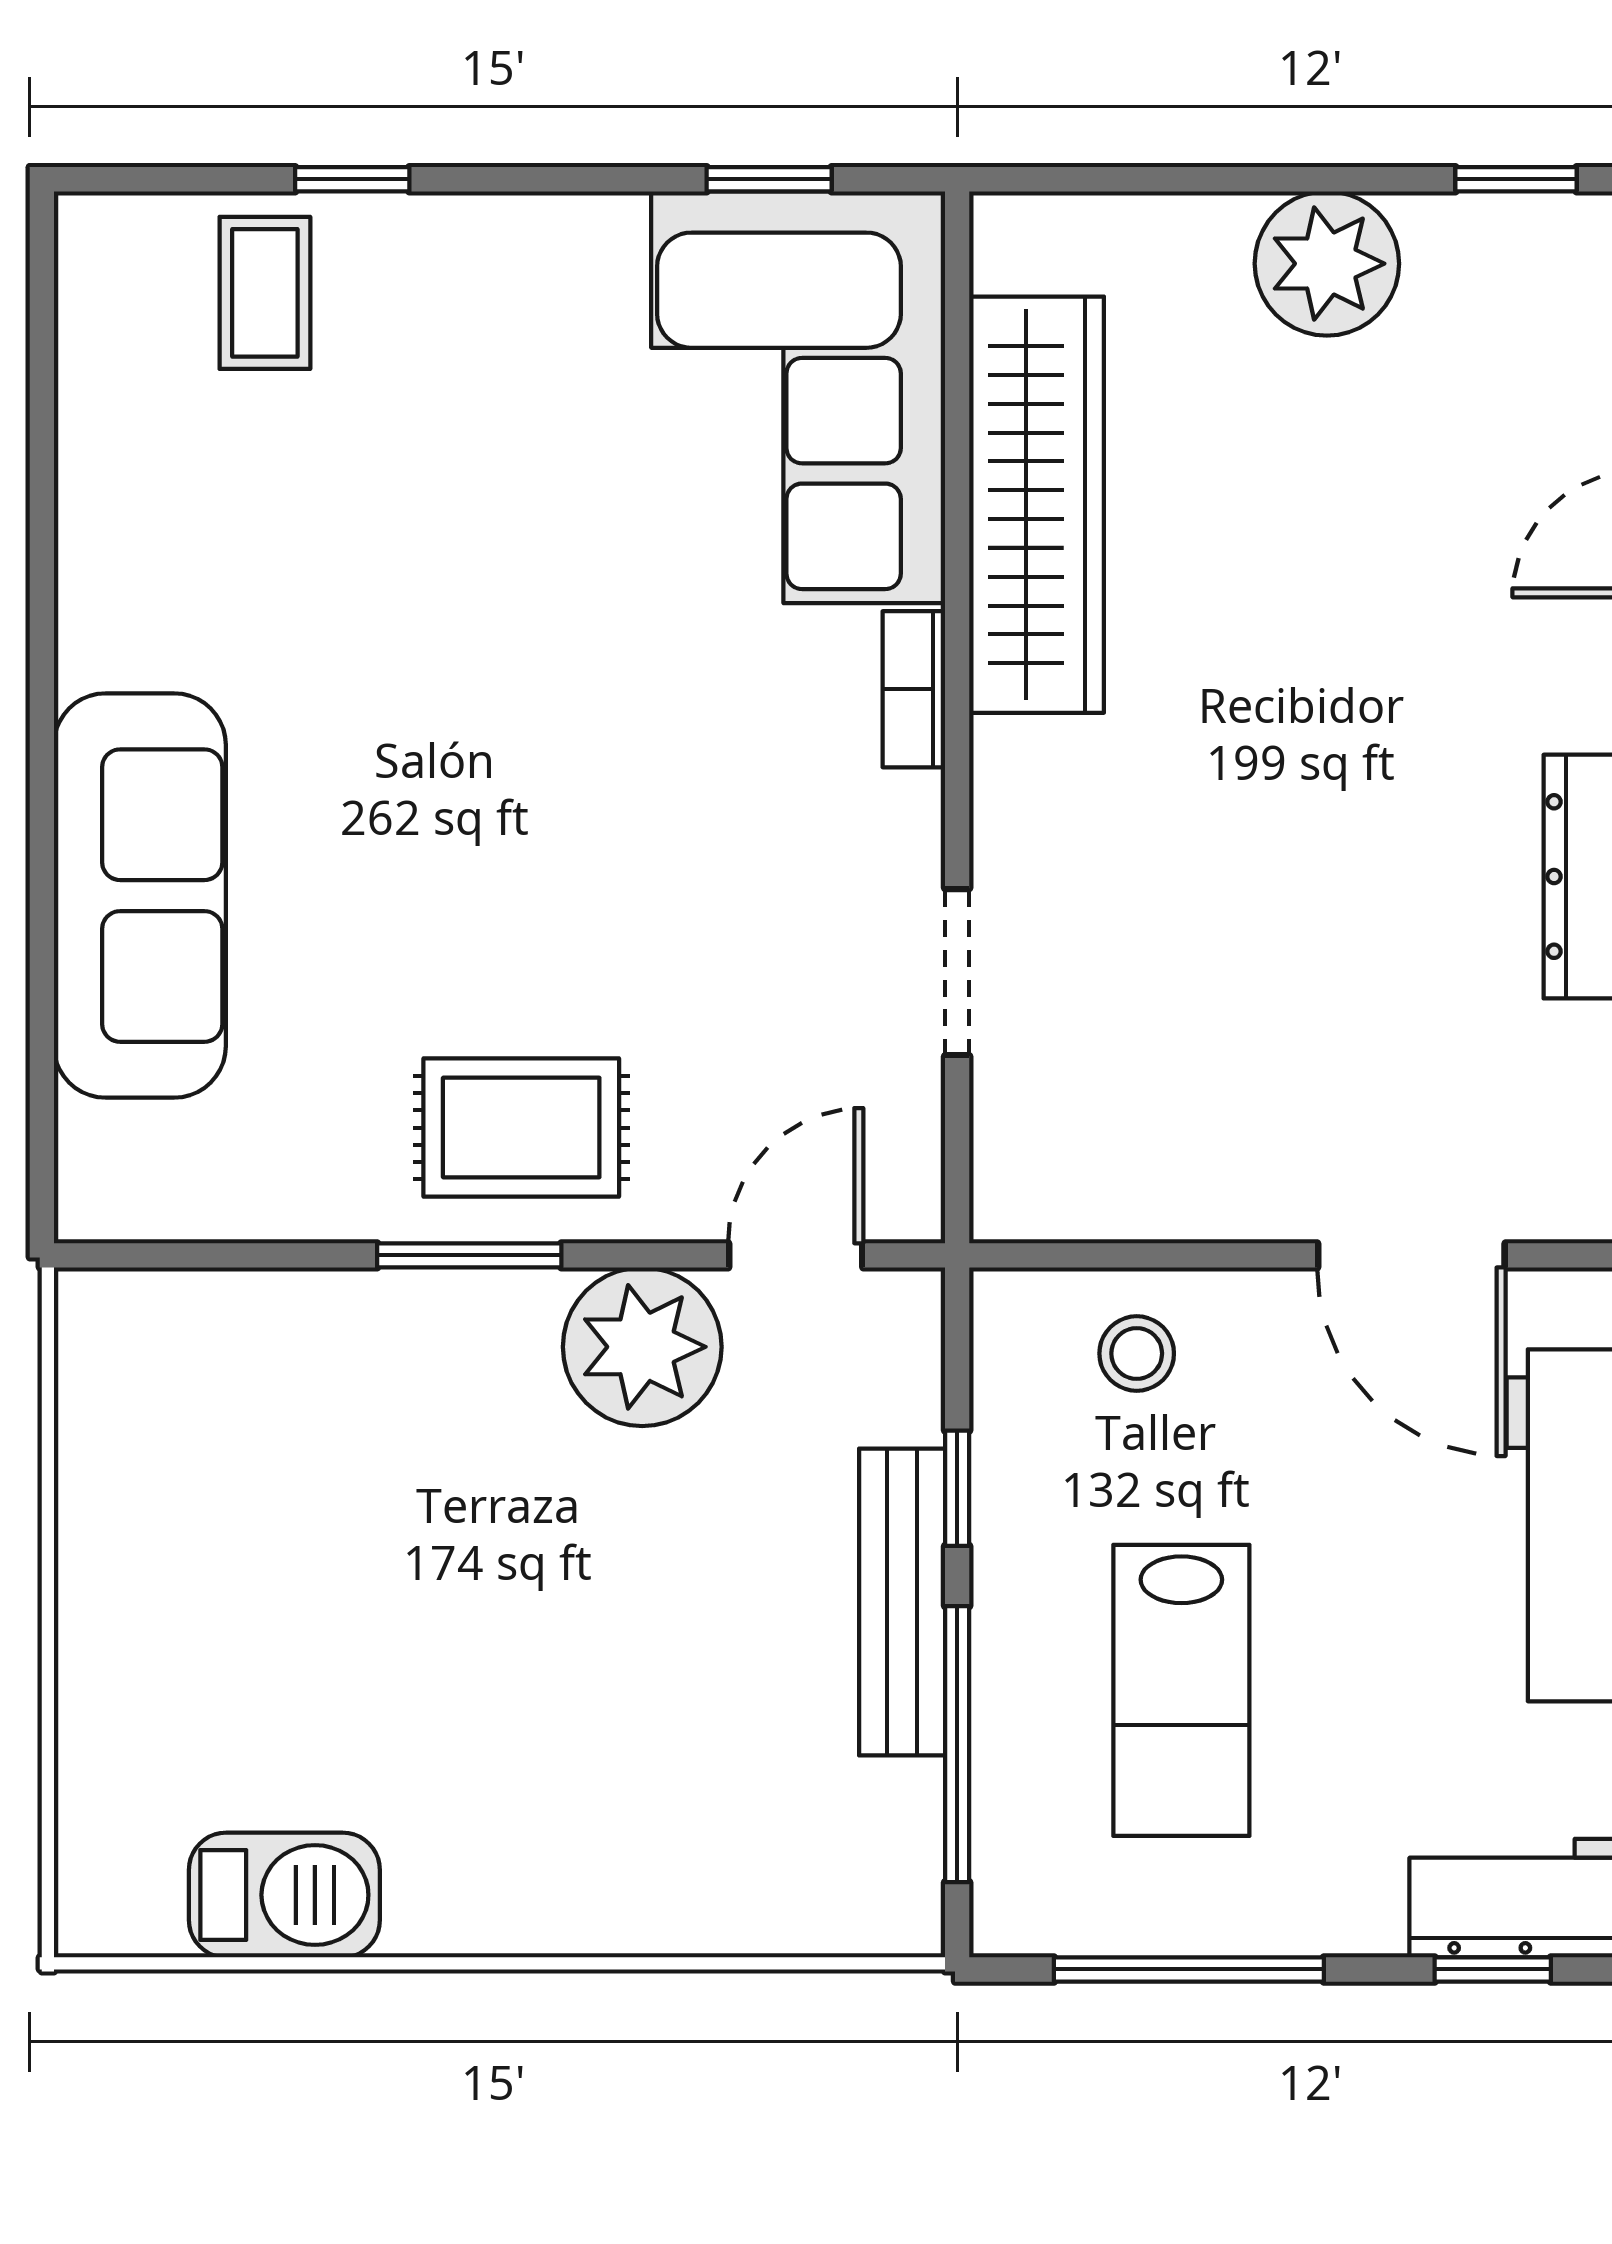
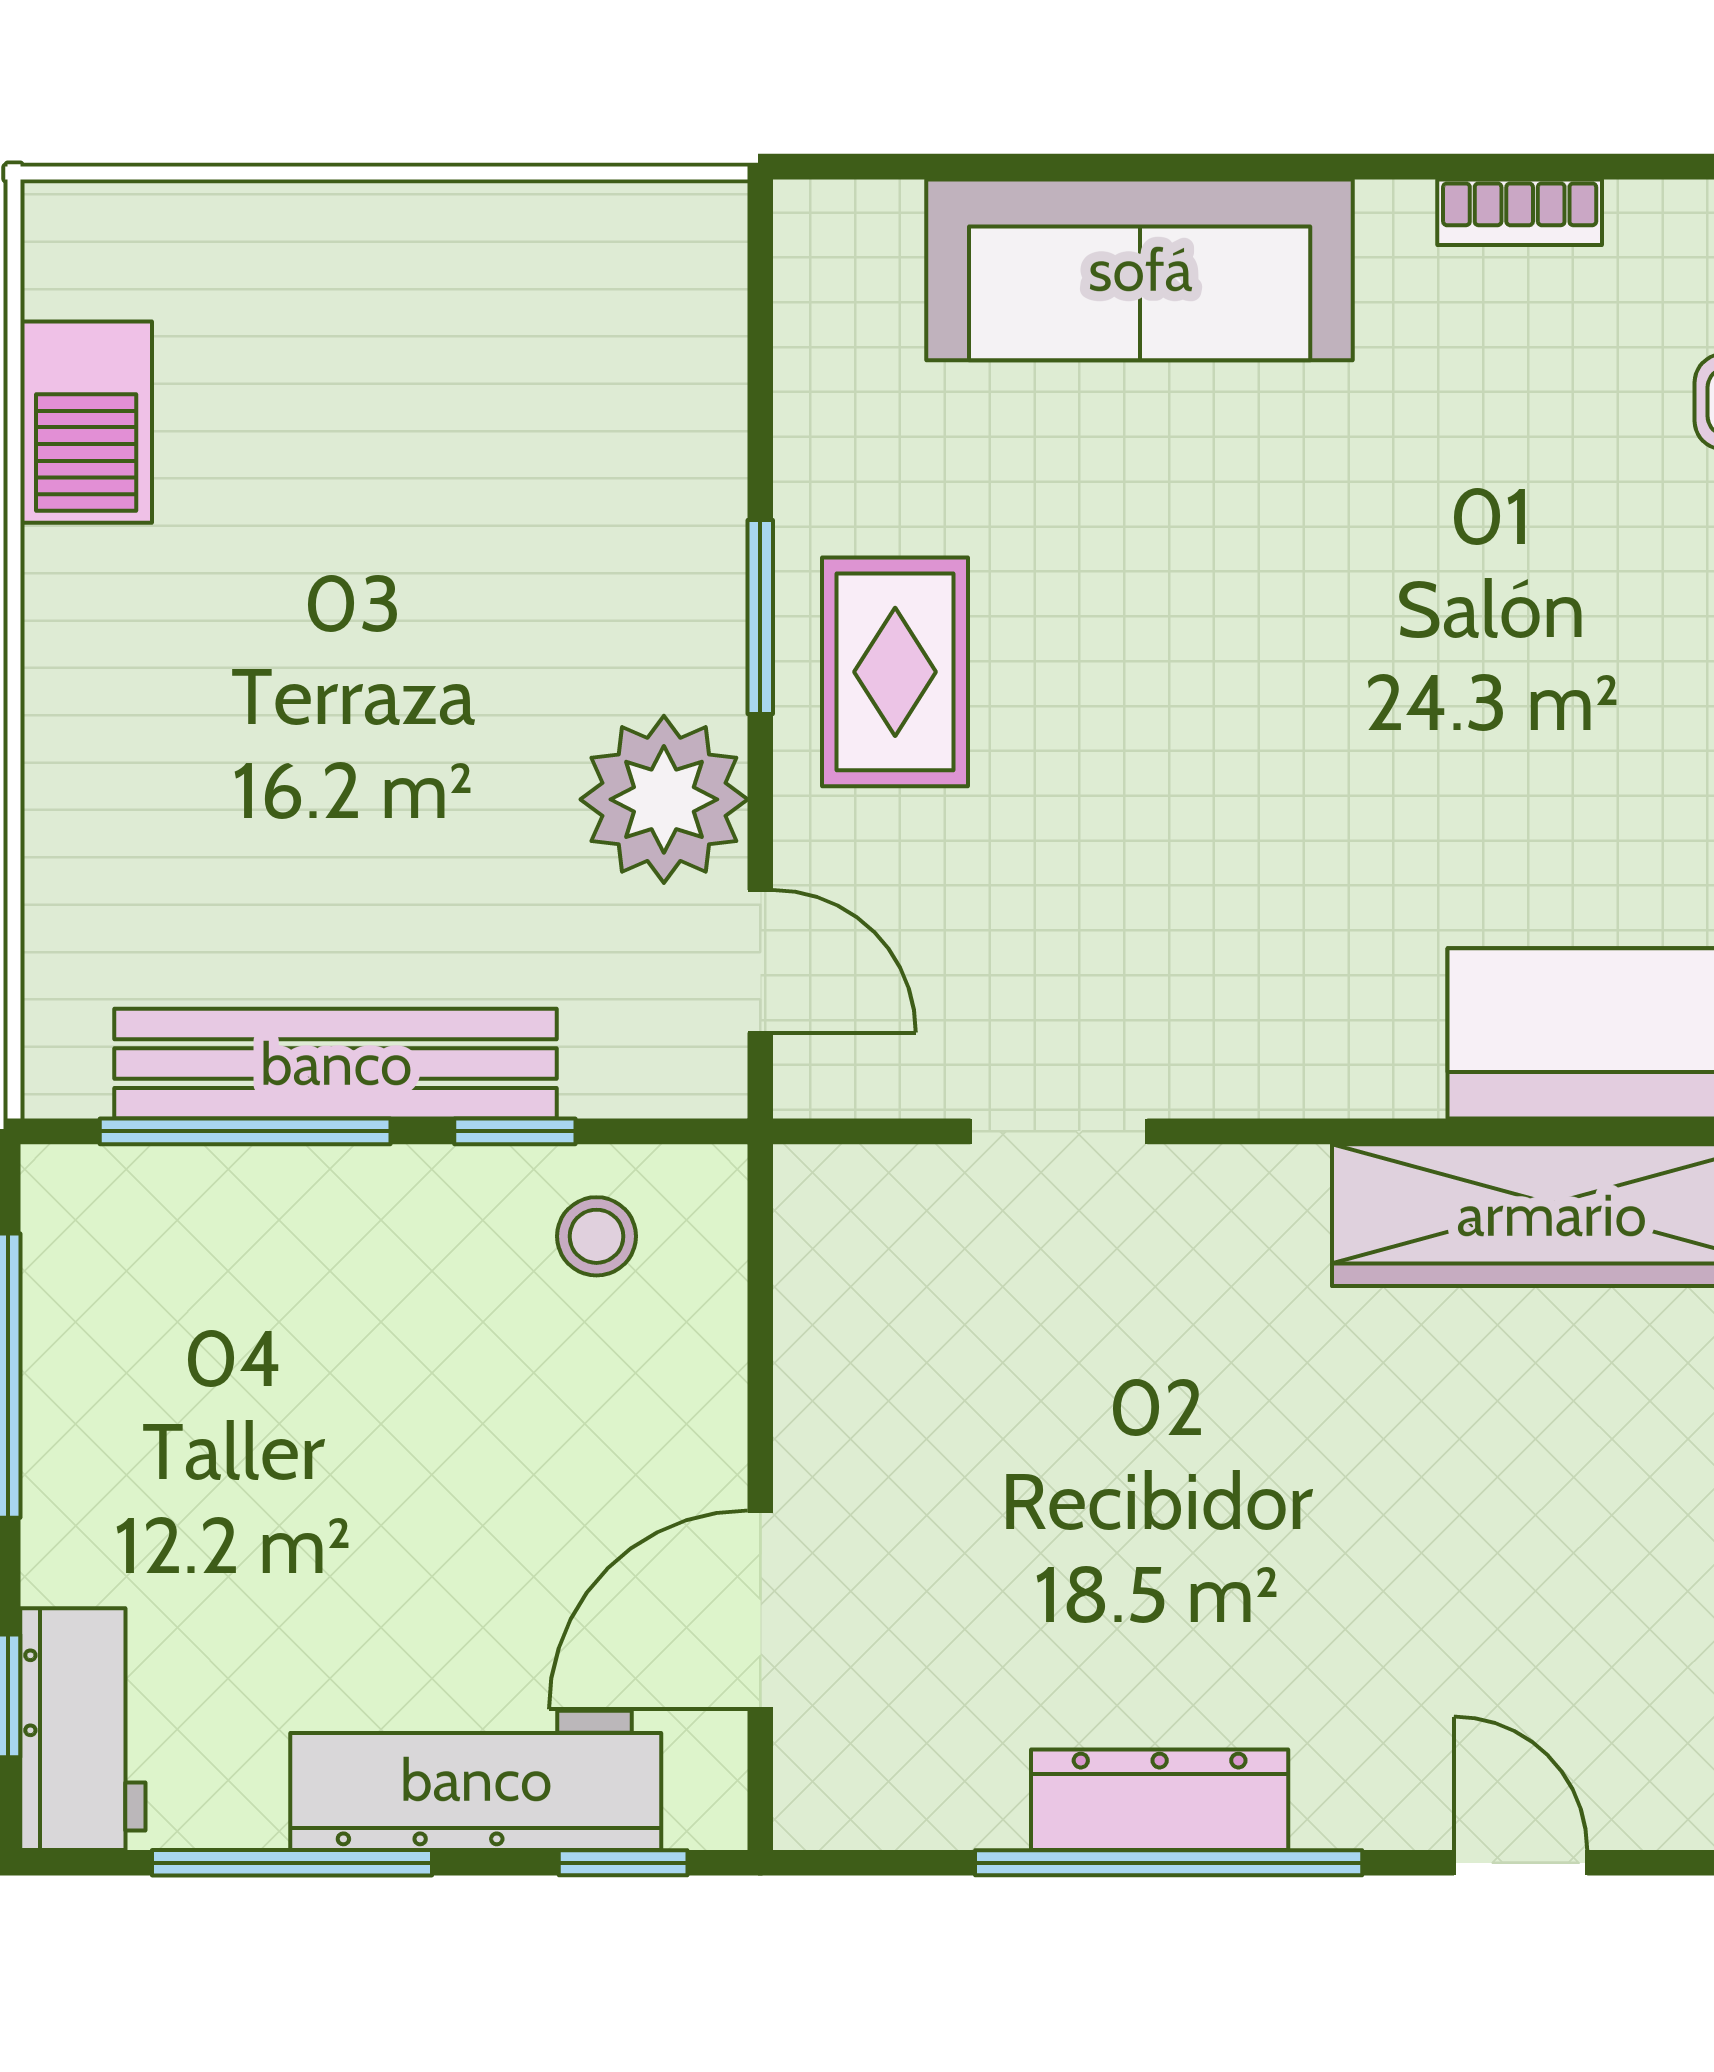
bookcase: (914, 689) -> (1520, 212), moved, turned 180
stool: (1137, 1353) -> (596, 1236), moved
bench: (902, 1602) -> (336, 1064), width x1.37, depth x1.21
lab bench: (1181, 1690) -> (302, 1368), removed

